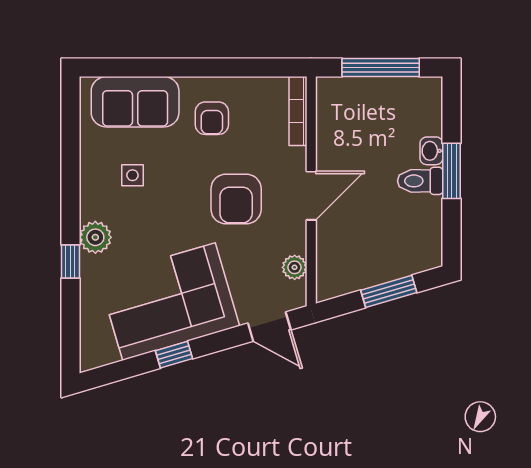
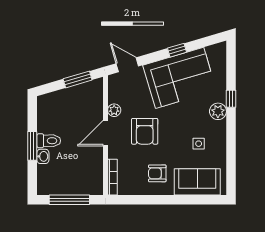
armchair: (212, 118) -> (157, 173), turned -90
armchair: (236, 199) -> (145, 131), turned 180
plant: (295, 267) -> (114, 110), moved
window: (389, 291) -> (78, 79), moved

